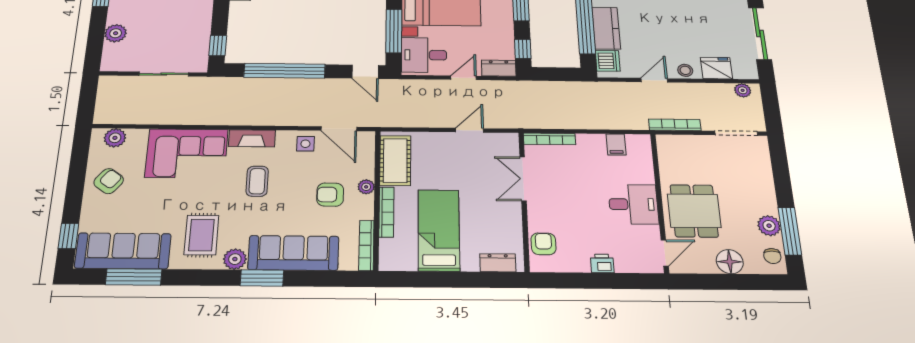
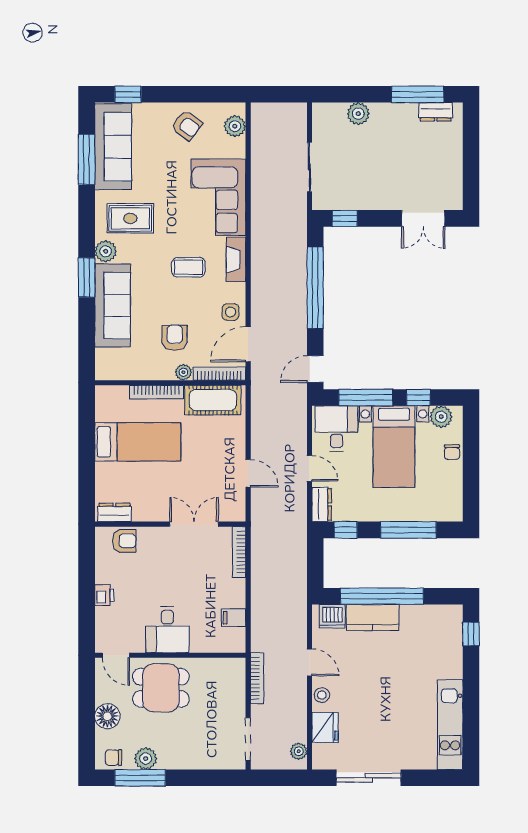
bookcase: (366, 245) -> (219, 374), moved
dresser: (498, 263) -> (114, 512), moved, turned -90

